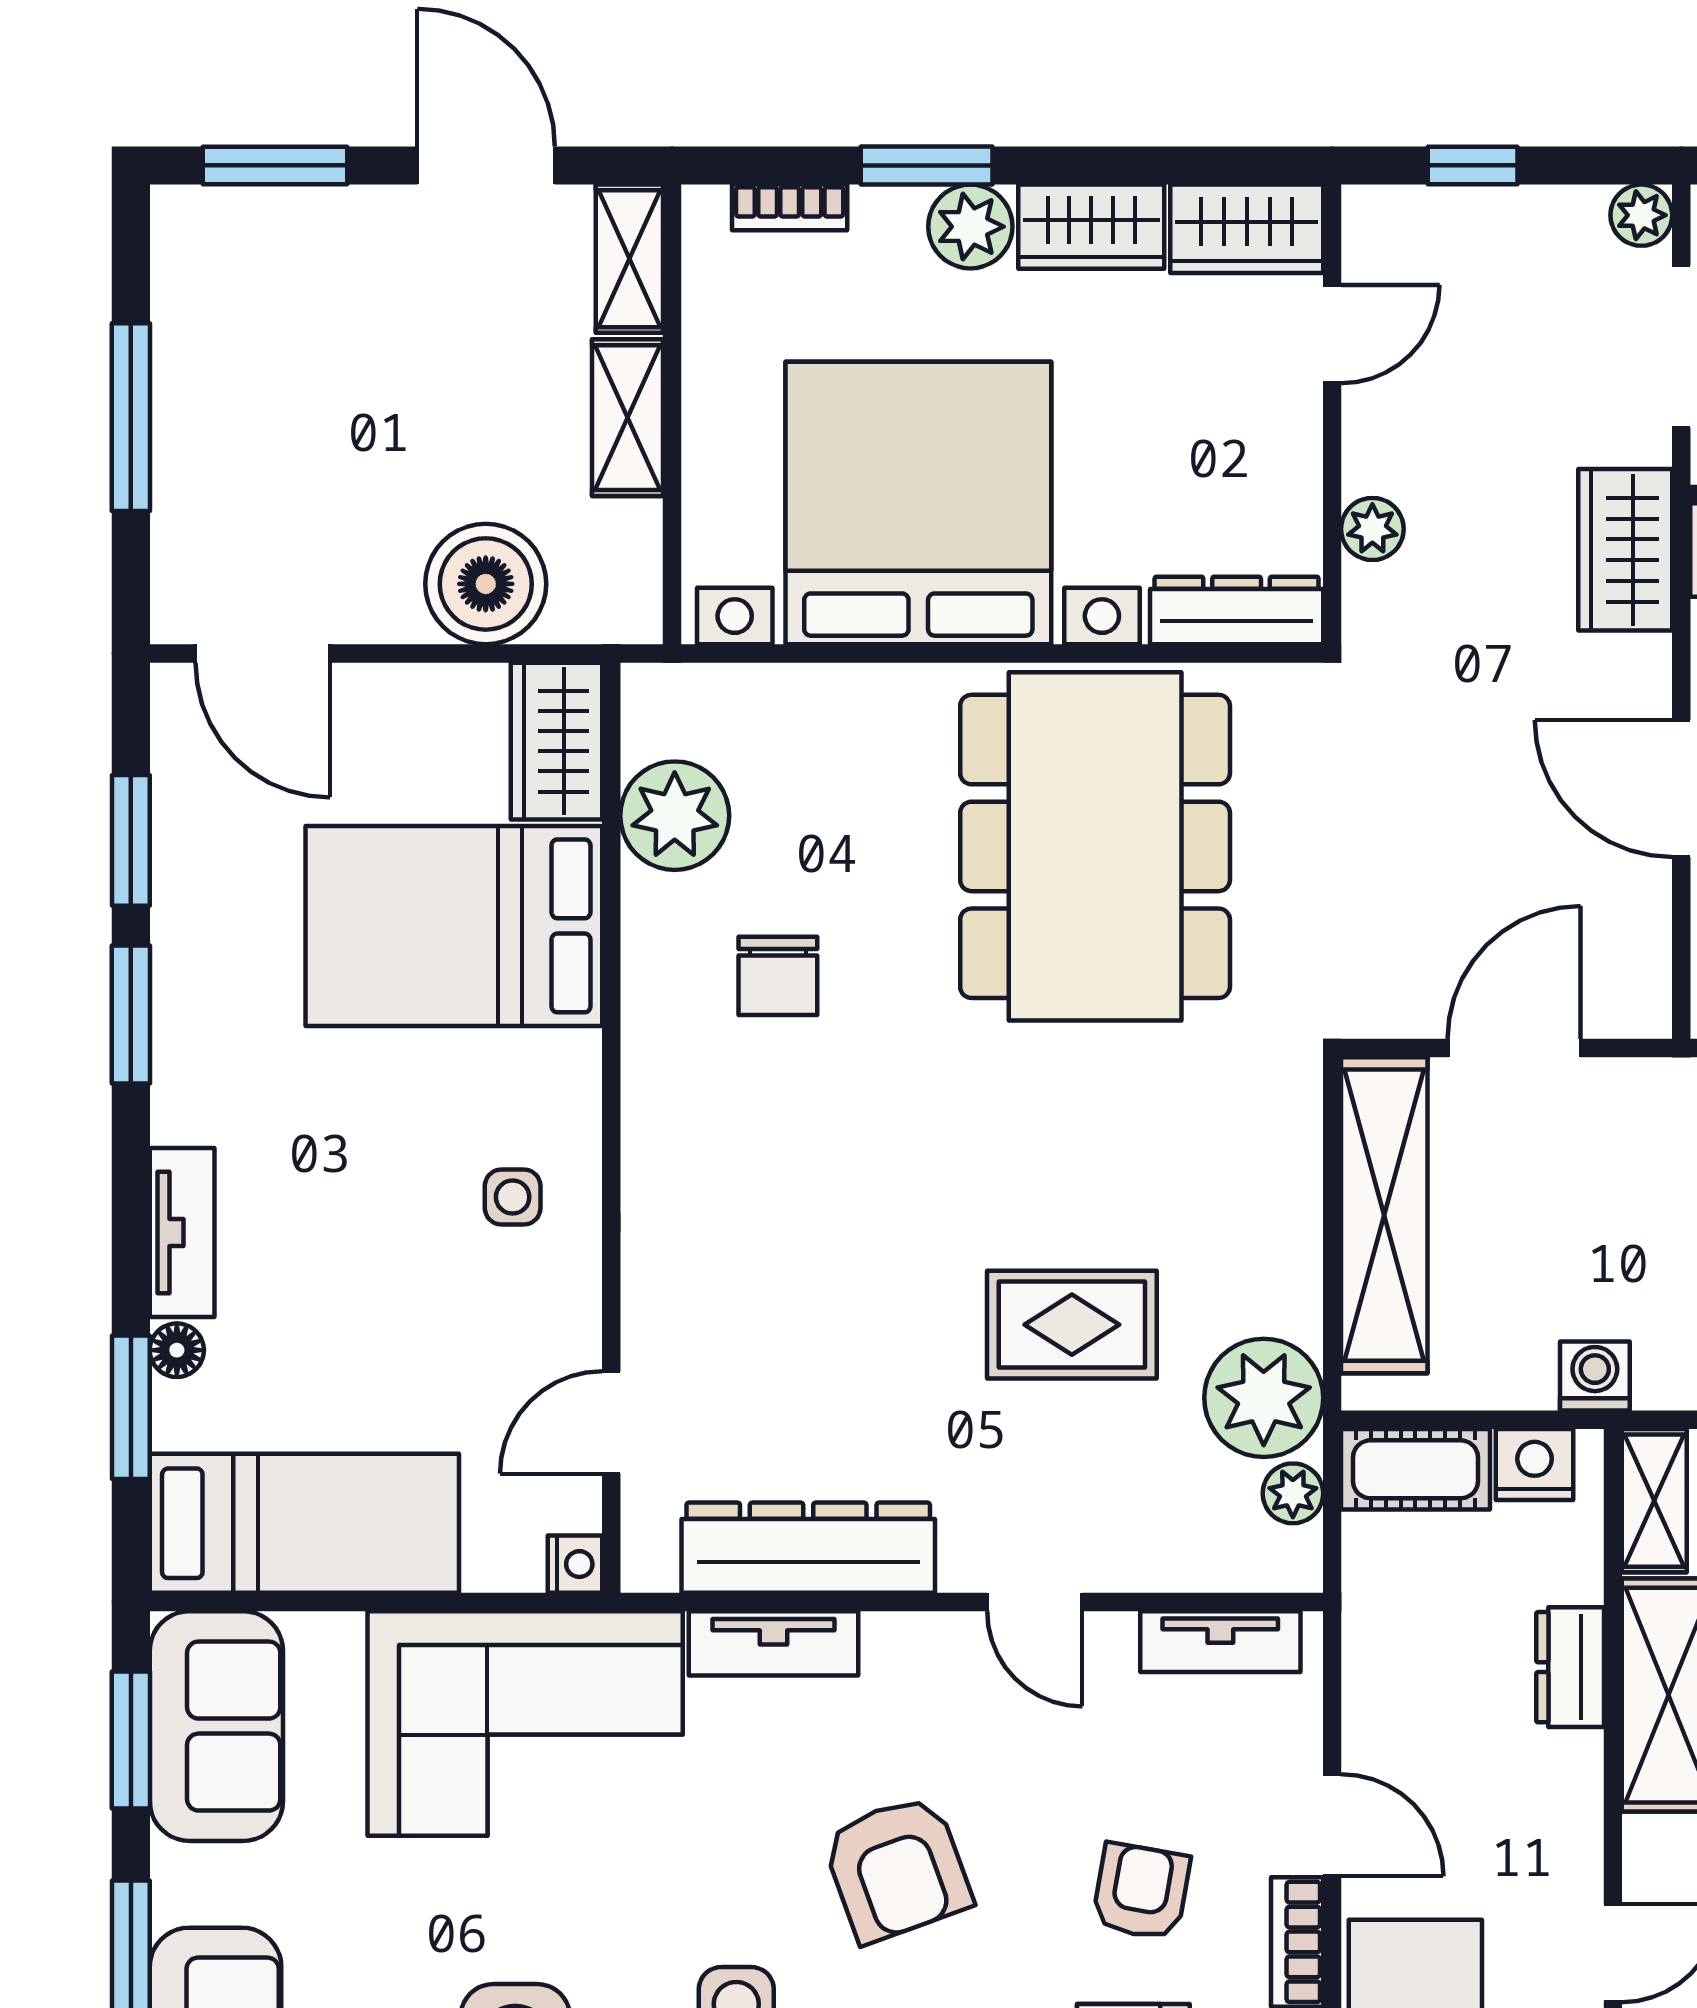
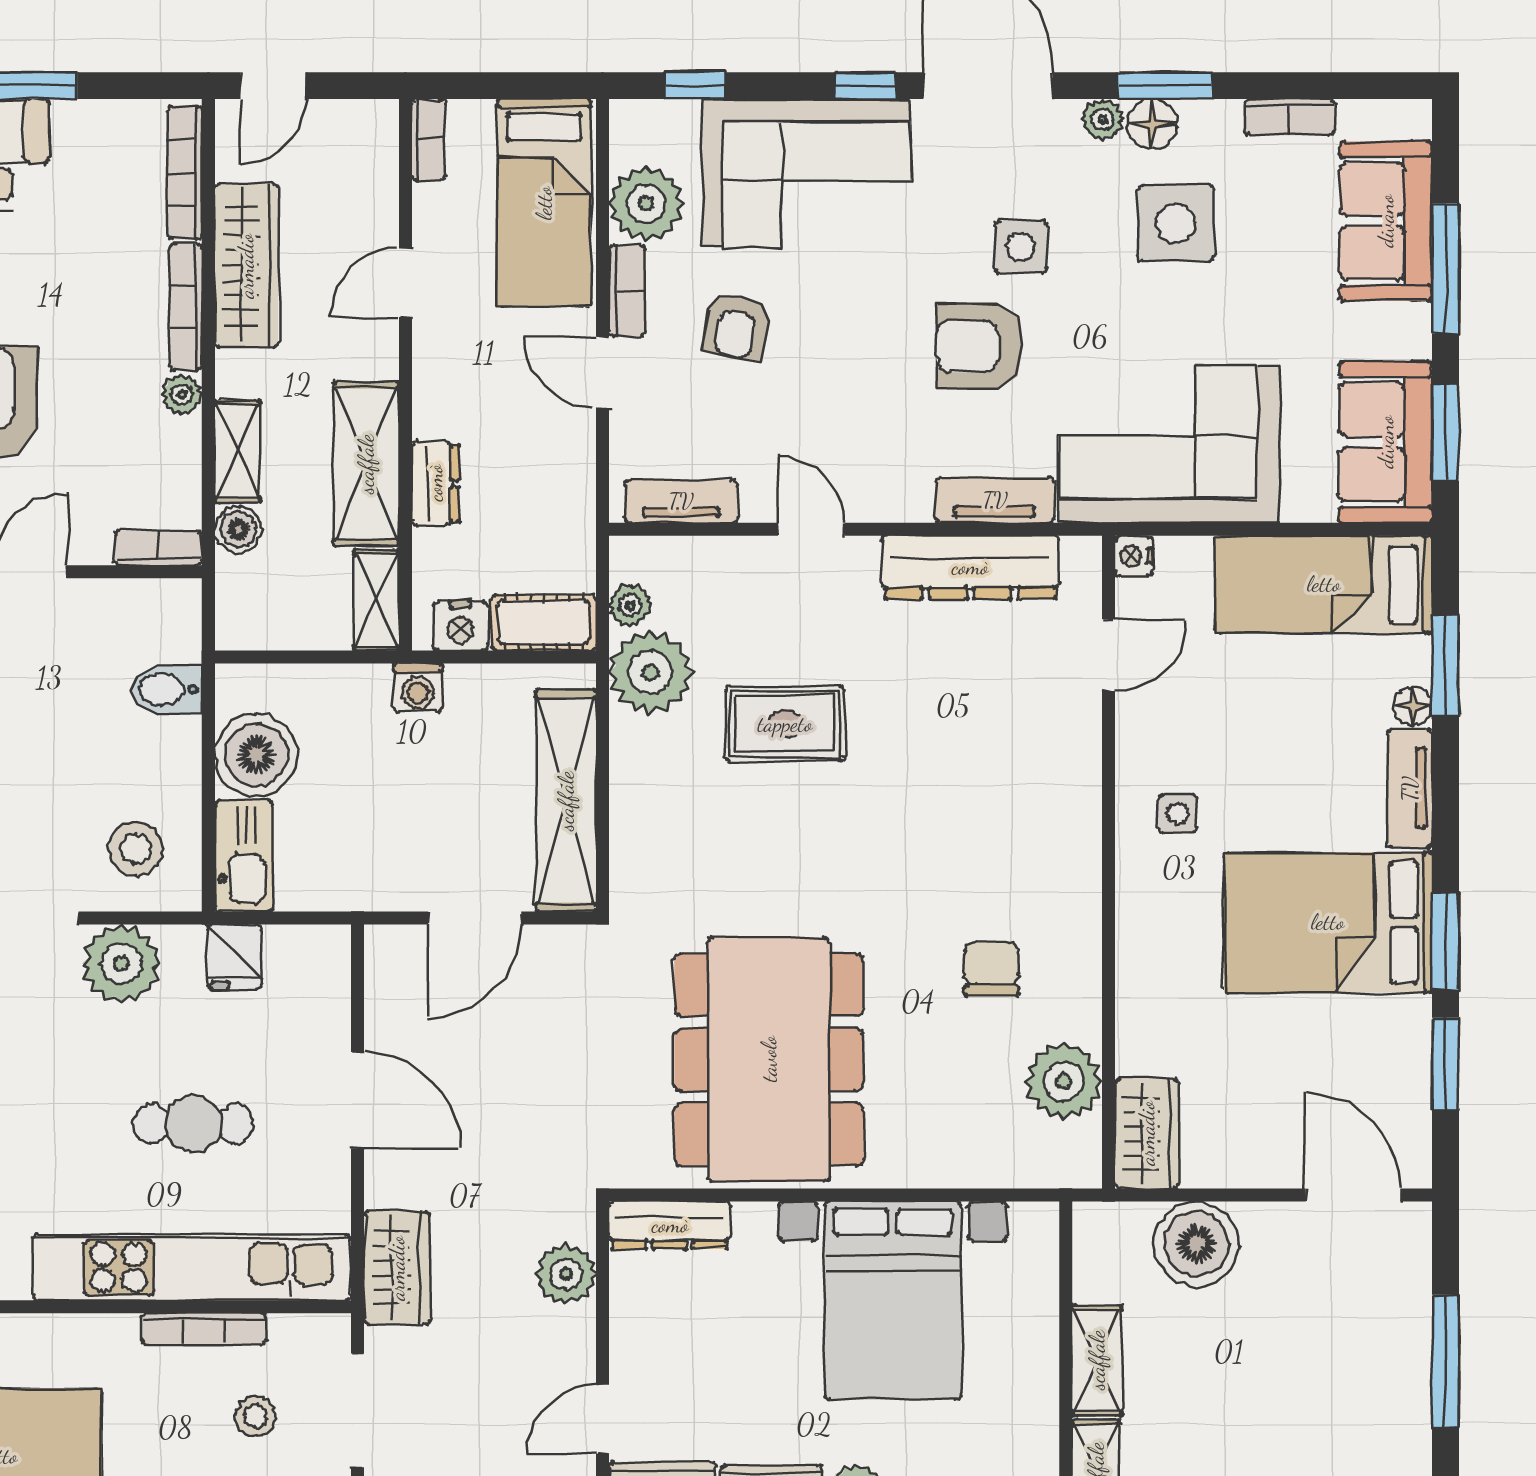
bed with nightstands: (918, 503) -> (893, 1301), width x0.73
plant: (1372, 529) -> (566, 1274), width x1.38, depth x1.38
bed: (454, 926) -> (1328, 922), moved, turned 180
armchair: (897, 1868) -> (980, 346), moved, turned -70

